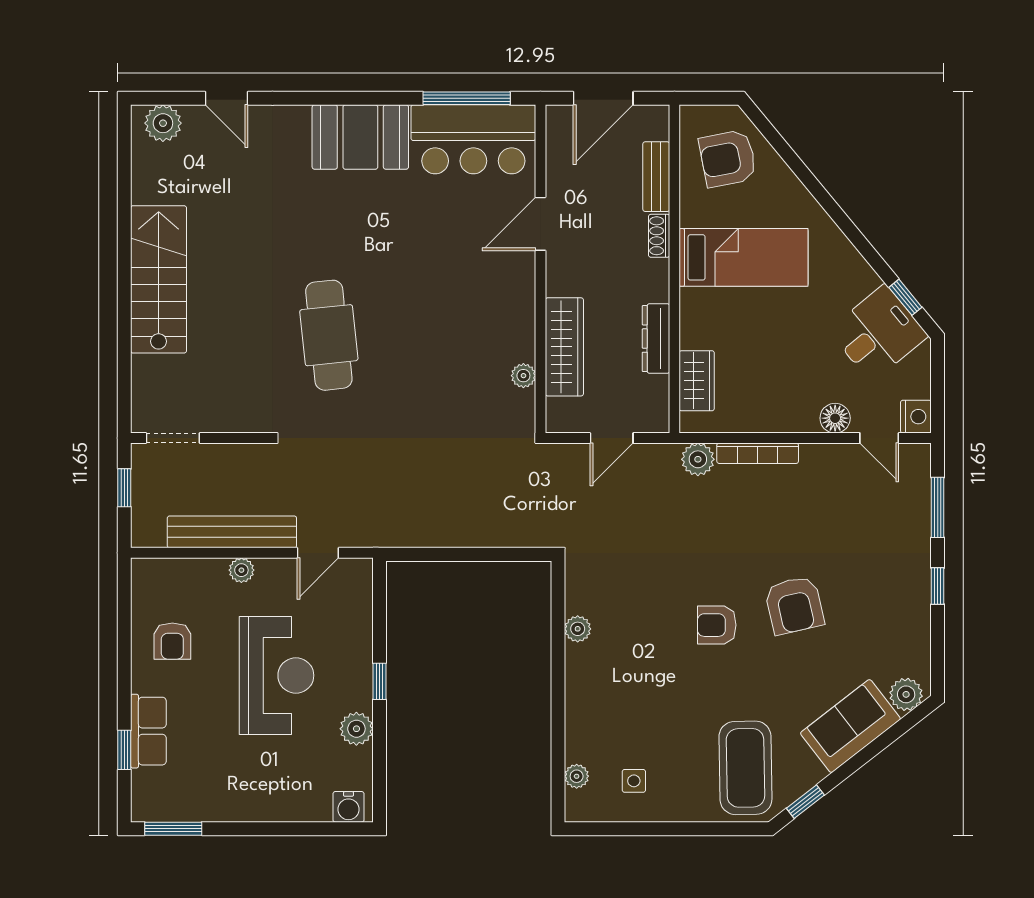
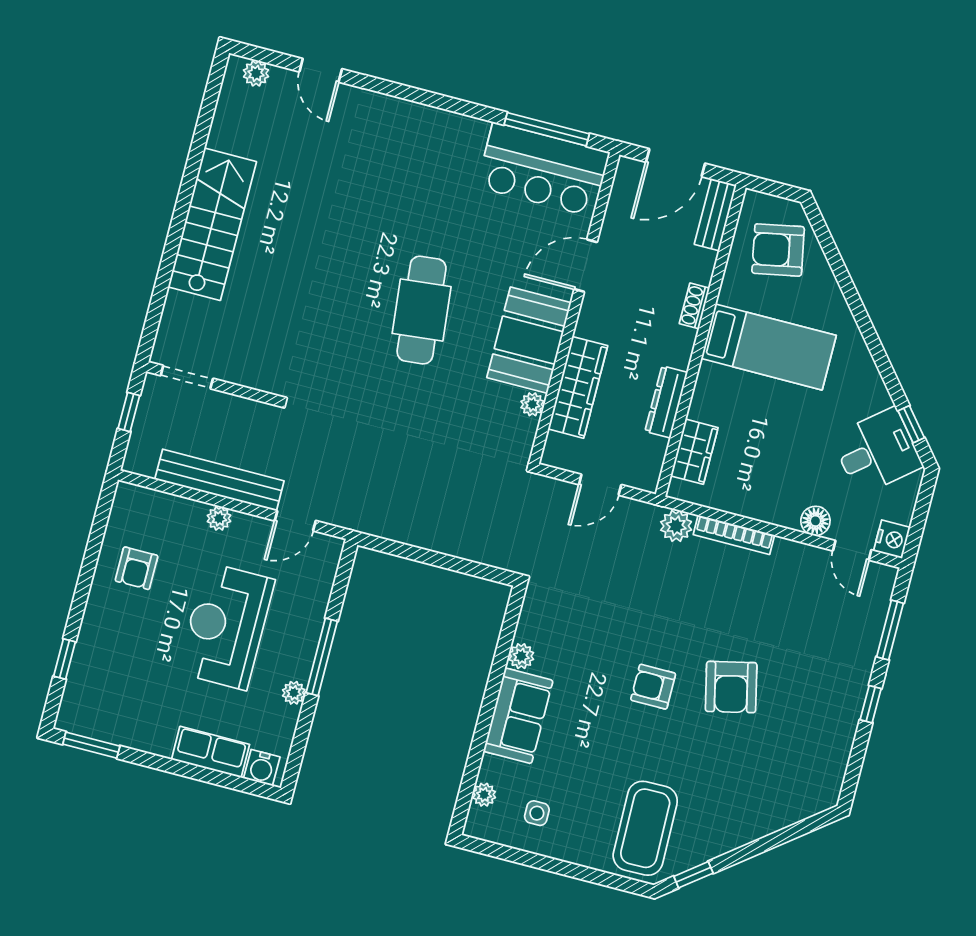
plant: (163, 123) -> (256, 73), width x0.73, depth x0.73
booth: (360, 137) -> (529, 340), moved, turned 90
bench: (656, 177) -> (715, 215), moved
cafe table: (329, 335) -> (422, 310), moved
reception desk: (277, 675) -> (226, 626), turned 180
window: (379, 681) -> (322, 657), width x2.17
plant: (906, 694) -> (815, 798), removed
sofa: (850, 726) -> (518, 716), moved, turned 128
plant: (356, 729) -> (294, 693), width x0.73, depth x0.73
row of seats: (148, 731) -> (211, 752), moved, turned -90

